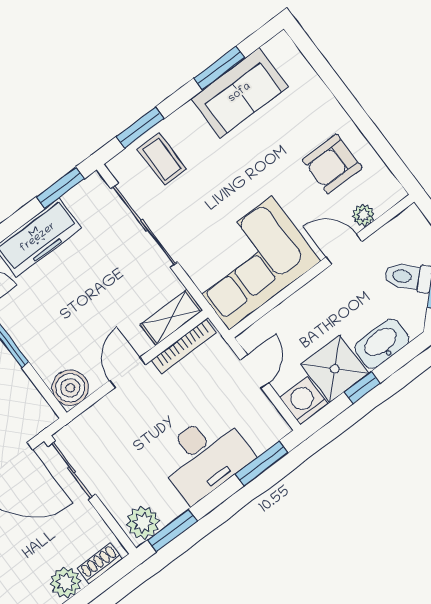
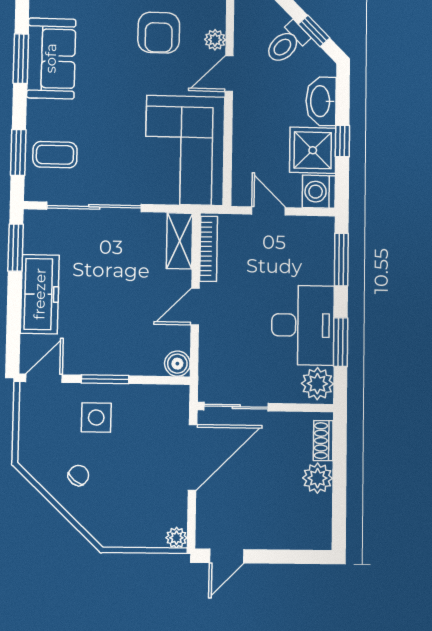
door: (127, 373) -> (195, 307), hinge flipped
boiler: (70, 388) -> (177, 364), width x0.73, depth x0.73
desk: (204, 457) -> (303, 325), moved
window: (172, 531) -> (341, 342), moved

